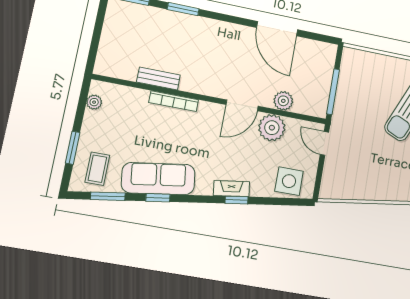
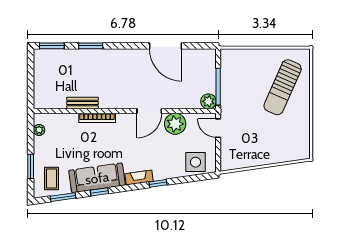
plant: (283, 101) -> (208, 101), moved
fireplace: (231, 189) -> (139, 177), moved

